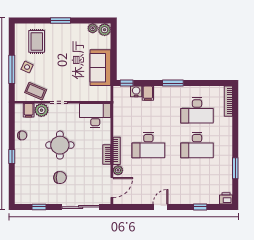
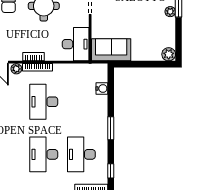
plant: (93, 28) -> (170, 12), moved
sofa: (100, 68) -> (111, 50), moved
window: (127, 83) -> (111, 171), moved
filing cabinet: (148, 93) -> (100, 101), removed

